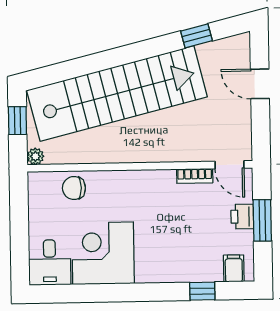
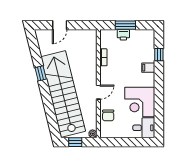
window: (197, 36) -> (41, 73), moved
door: (229, 165) -> (98, 92), moved
filing cabinet: (234, 268) -> (148, 68), moved

